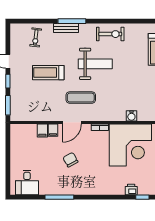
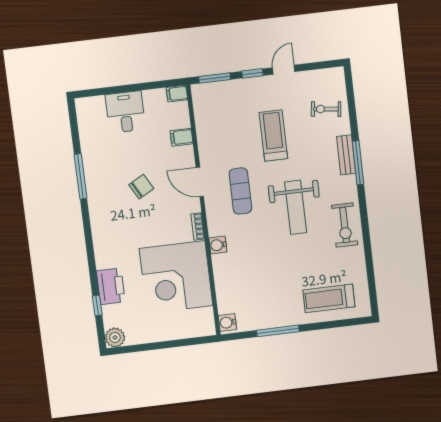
water cooler: (131, 116) -> (218, 245), moved
filing cabinet: (53, 130) -> (177, 94), moved
desk: (27, 183) -> (125, 112), moved, turned 90
printer: (131, 190) -> (111, 286), width x1.87, depth x1.48

